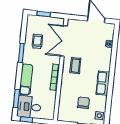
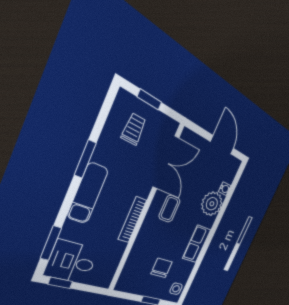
trolley: (37, 41) -> (134, 129), moved
double door: (64, 41) -> (166, 162), swing flipped
plant: (104, 55) -> (212, 204), added
exam couch: (26, 80) -> (88, 193), moved

